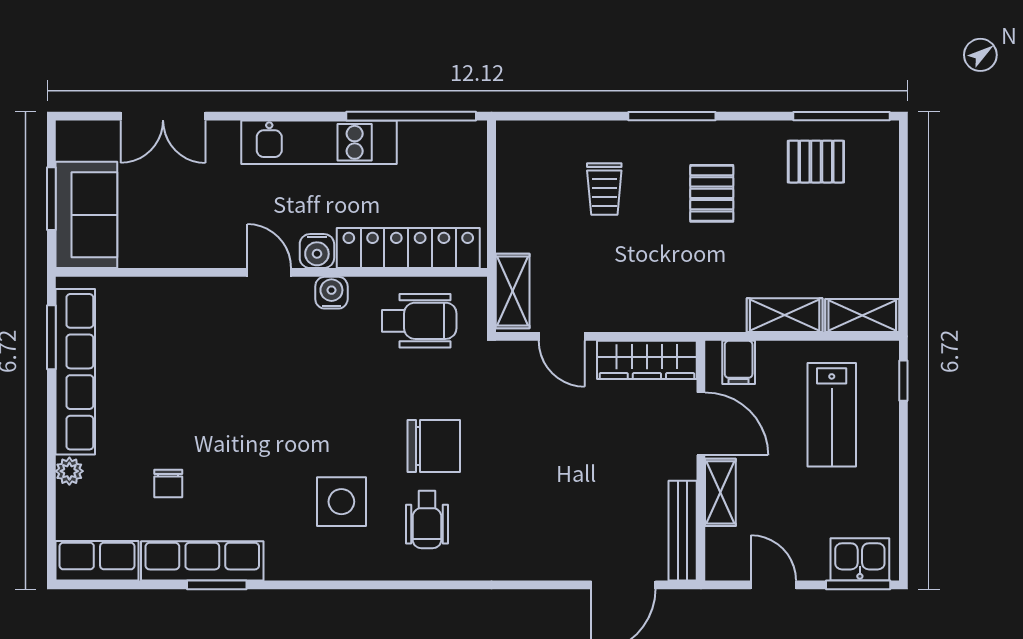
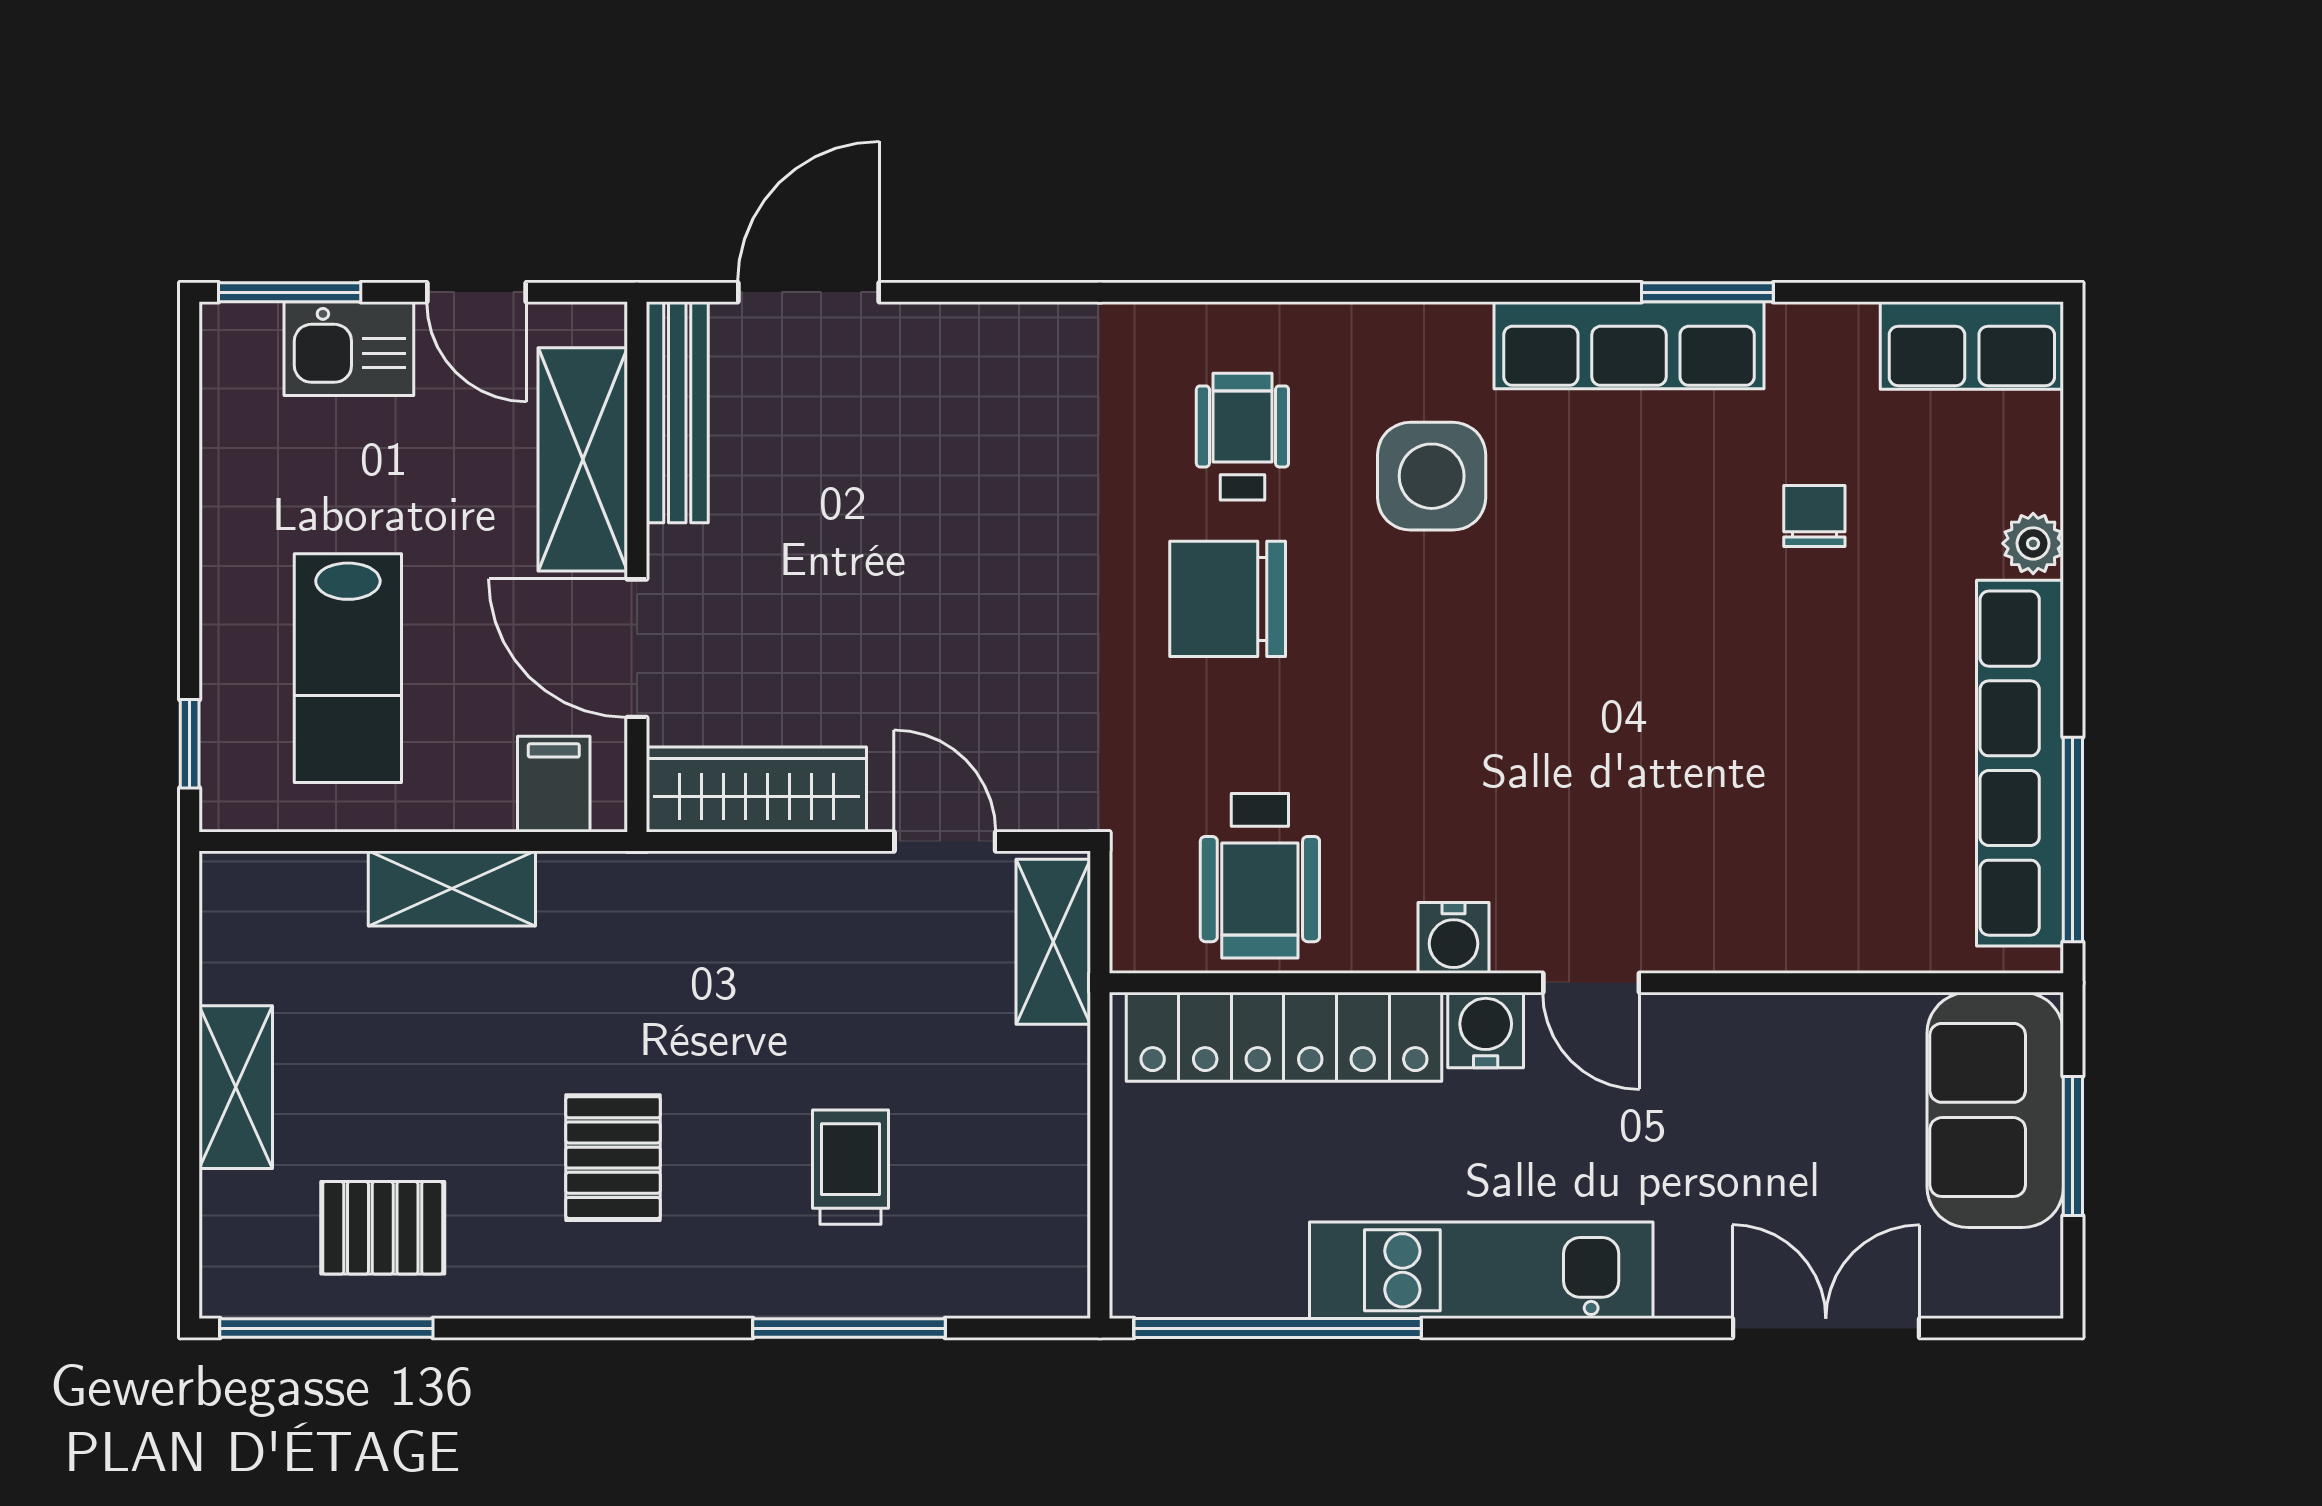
window: (672, 116) -> (849, 1328), moved
shelving: (862, 315) -> (236, 1087), moved, turned 90
wheelchair: (419, 321) -> (1260, 876), turned -90
window: (51, 337) -> (2073, 840), width x1.44
lab bench: (832, 415) -> (348, 668), turned 180
shelving: (720, 492) -> (583, 459), width x1.50, depth x1.33
kitchen sink: (860, 559) -> (349, 349), moved
row of seats: (202, 561) -> (1629, 345), moved

